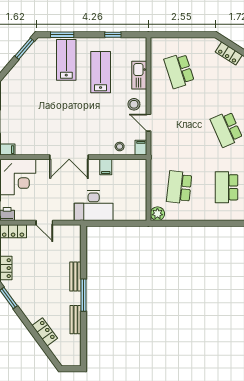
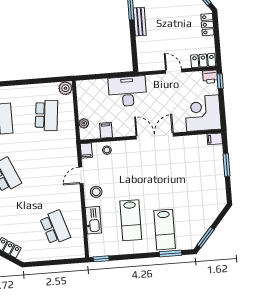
window: (113, 35) -> (101, 259), moved
door: (148, 123) -> (81, 175), swing flipped
filing cabinet: (106, 167) -> (106, 130), moved
plant: (141, 176) -> (84, 123), added

